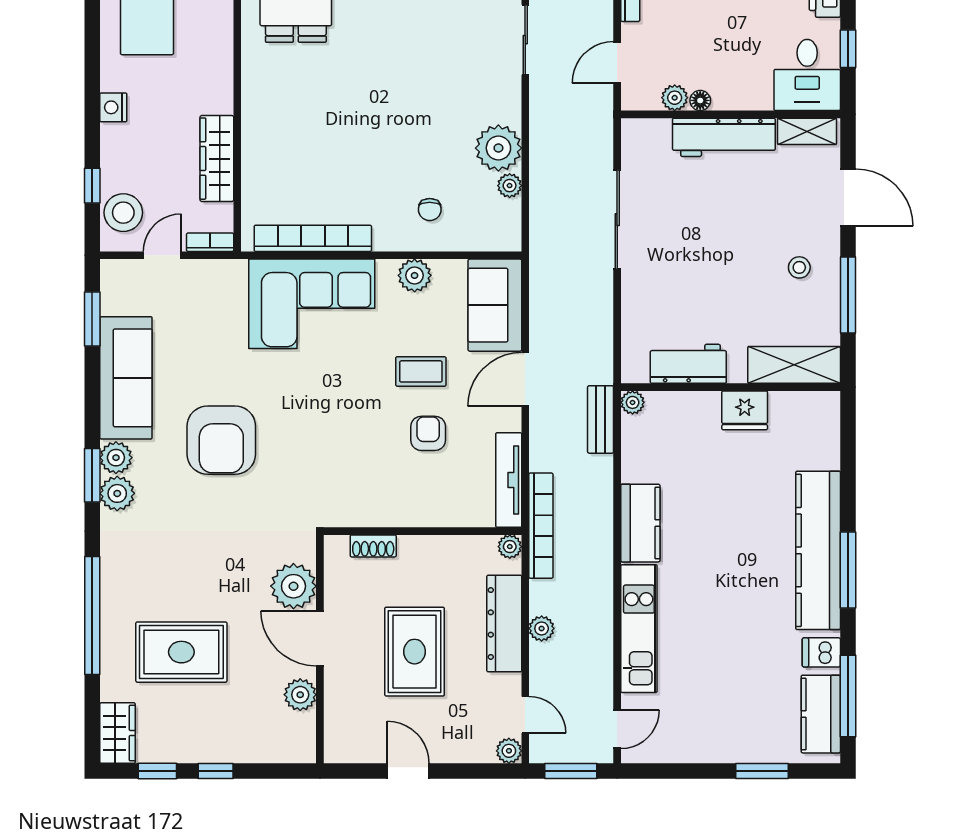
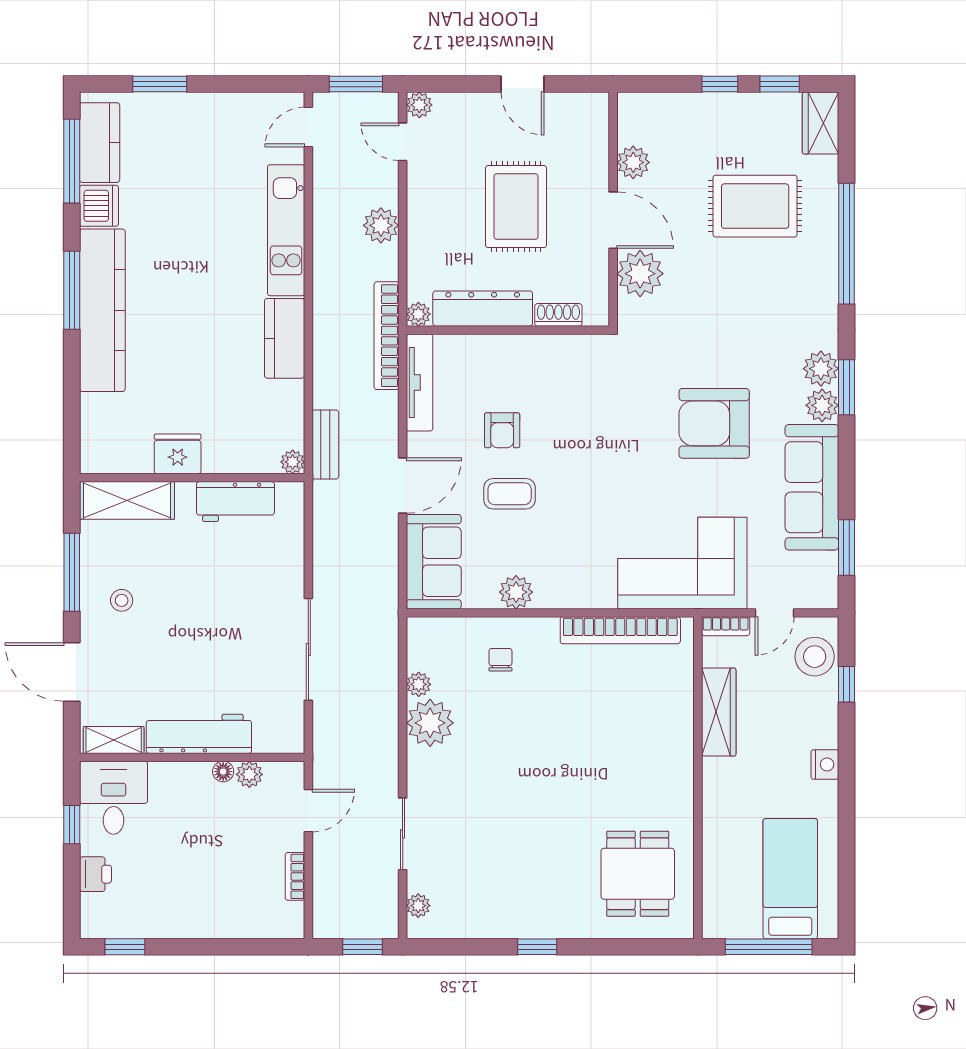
corner sofa: (312, 304) -> (682, 563), moved
armchair: (221, 440) -> (714, 423), turned -90
dresser: (504, 624) -> (483, 309), moved, turned -90
plant: (542, 628) -> (381, 225), width x1.38, depth x1.38
dishwasher: (821, 652) -> (99, 206), width x1.38

